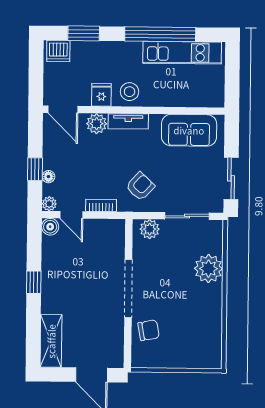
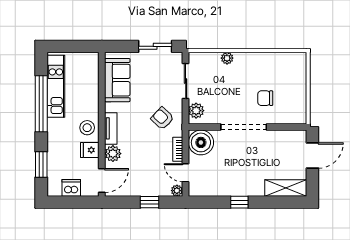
dishwasher: (58, 51) -> (71, 188), moved, turned -90
floor lamp: (48, 177) -> (155, 191), removed
door: (71, 215) -> (186, 173), swing flipped
boiler: (50, 227) -> (201, 142), moved, width x1.86, depth x1.86
plant: (208, 269) -> (227, 58), width x0.53, depth x0.53
chair: (149, 330) -> (265, 98), moved, turned -80

